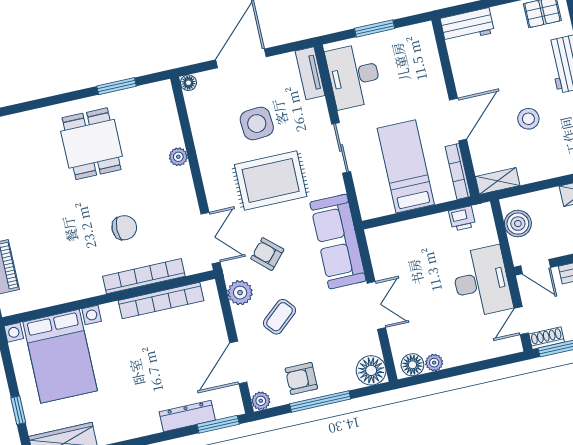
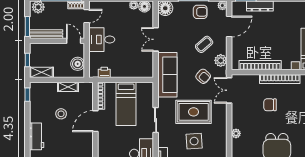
shelving: (498, 181) -> (68, 87), moved
bookcase: (144, 276) -> (280, 79), moved
desk: (482, 282) -> (102, 40), width x0.73

